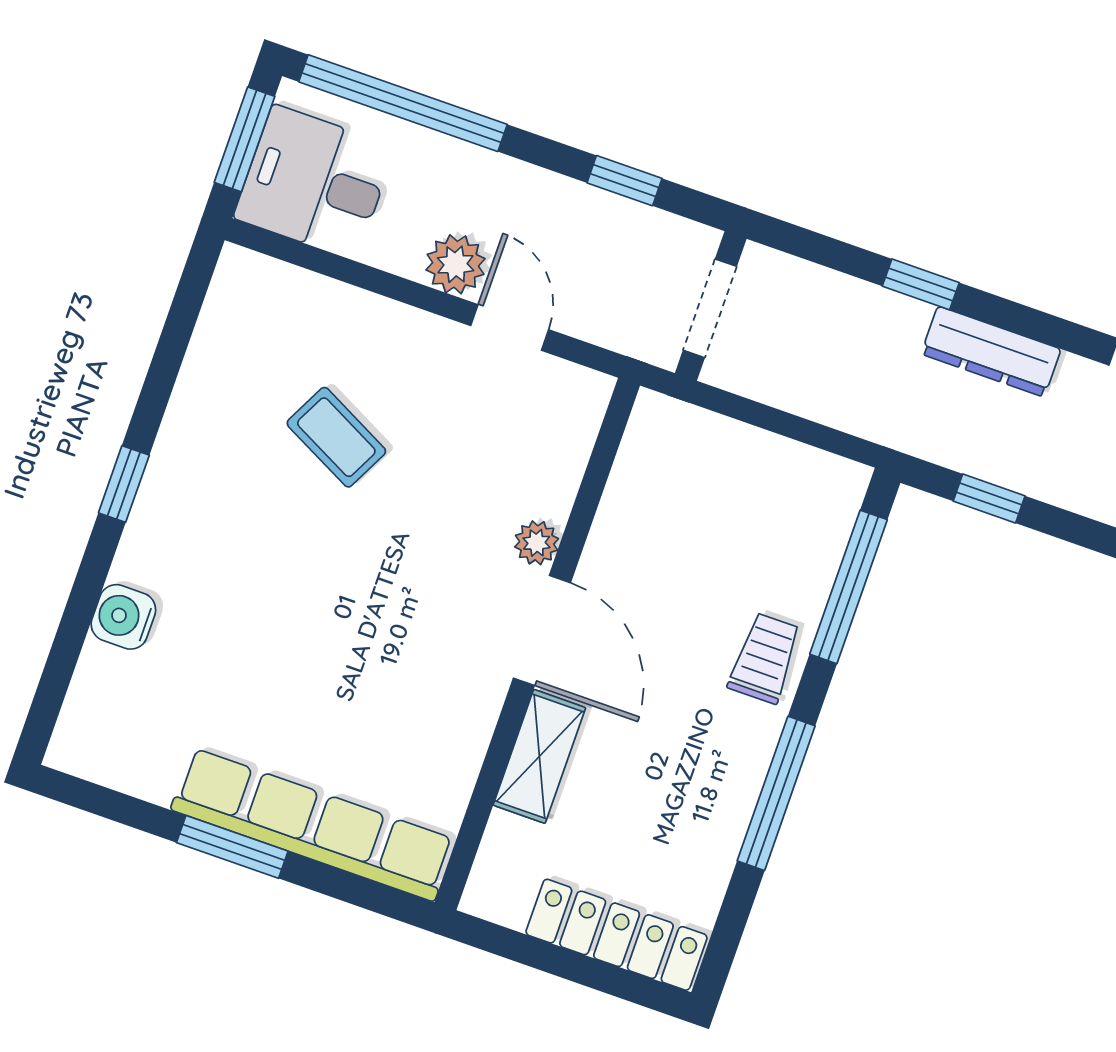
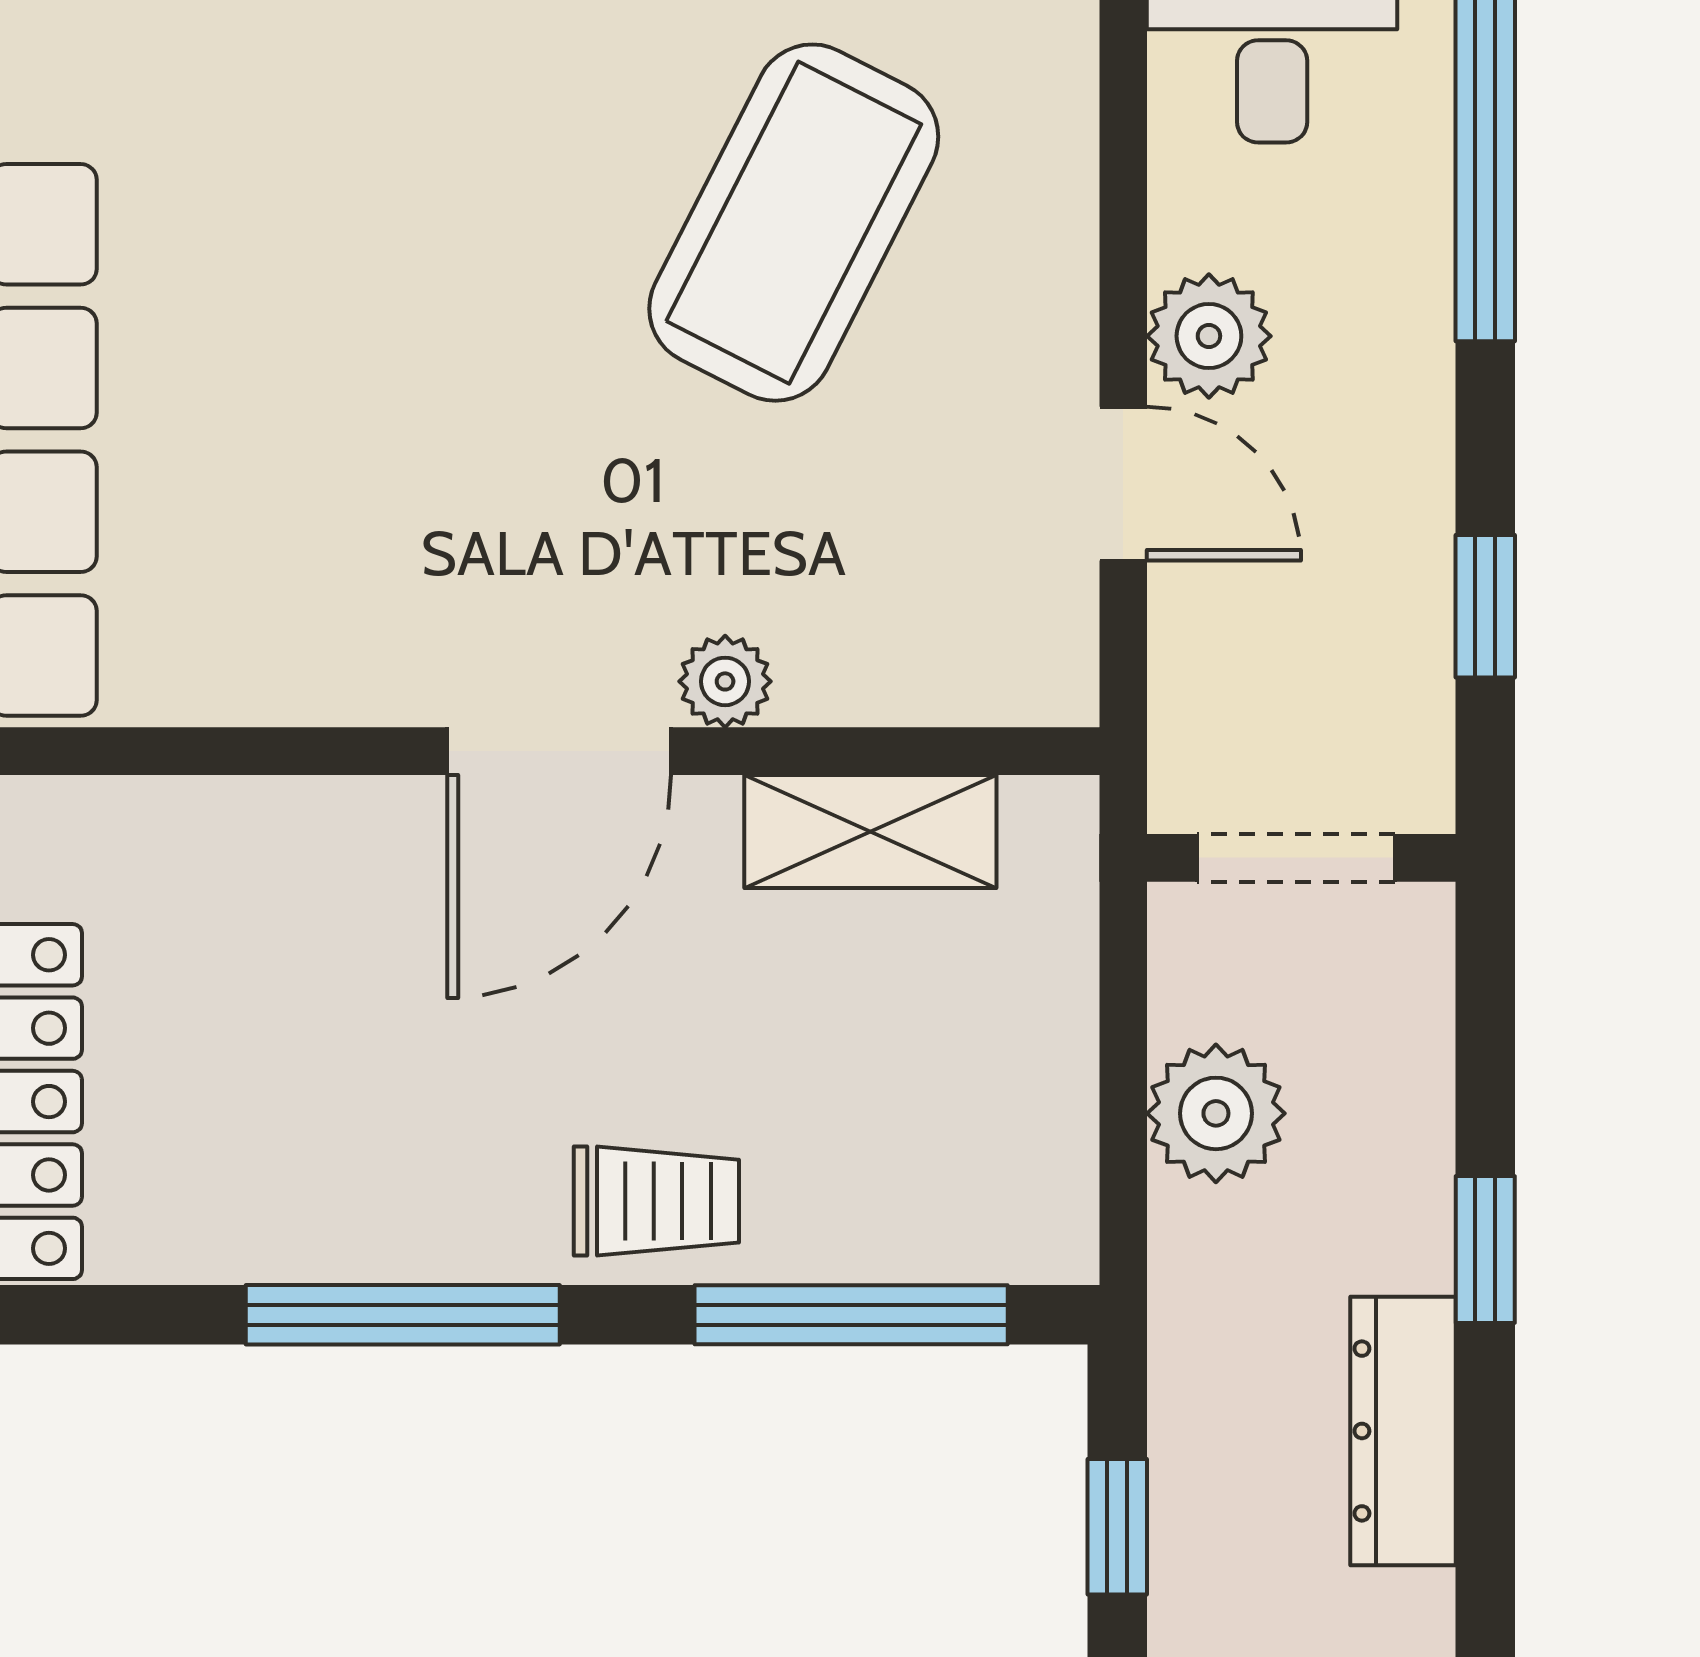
door: (510, 328) -> (1123, 484), hinge flipped
plant: (815, 386) -> (1216, 1113), added
coffee table: (336, 437) -> (794, 223), width x1.86, depth x1.72
shelving: (539, 756) -> (870, 831), moved

